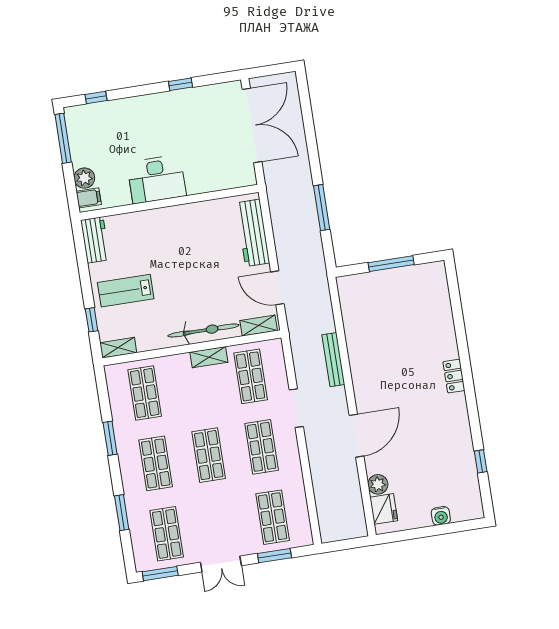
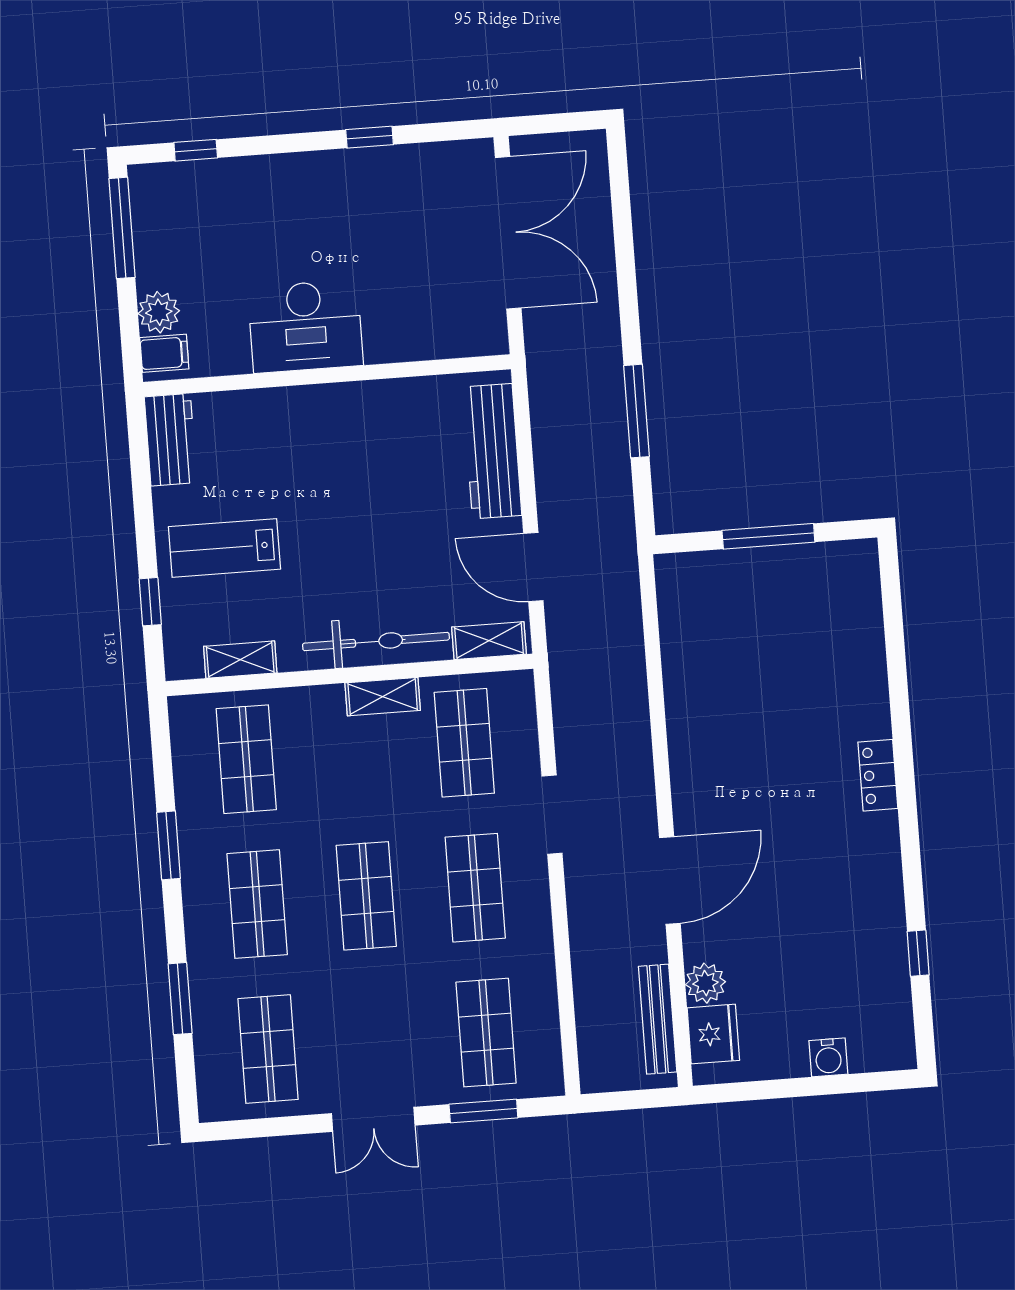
shelving: (118, 348) -> (240, 660), moved
bench: (333, 360) -> (658, 1019), moved
window: (160, 574) -> (248, 1129), removed

